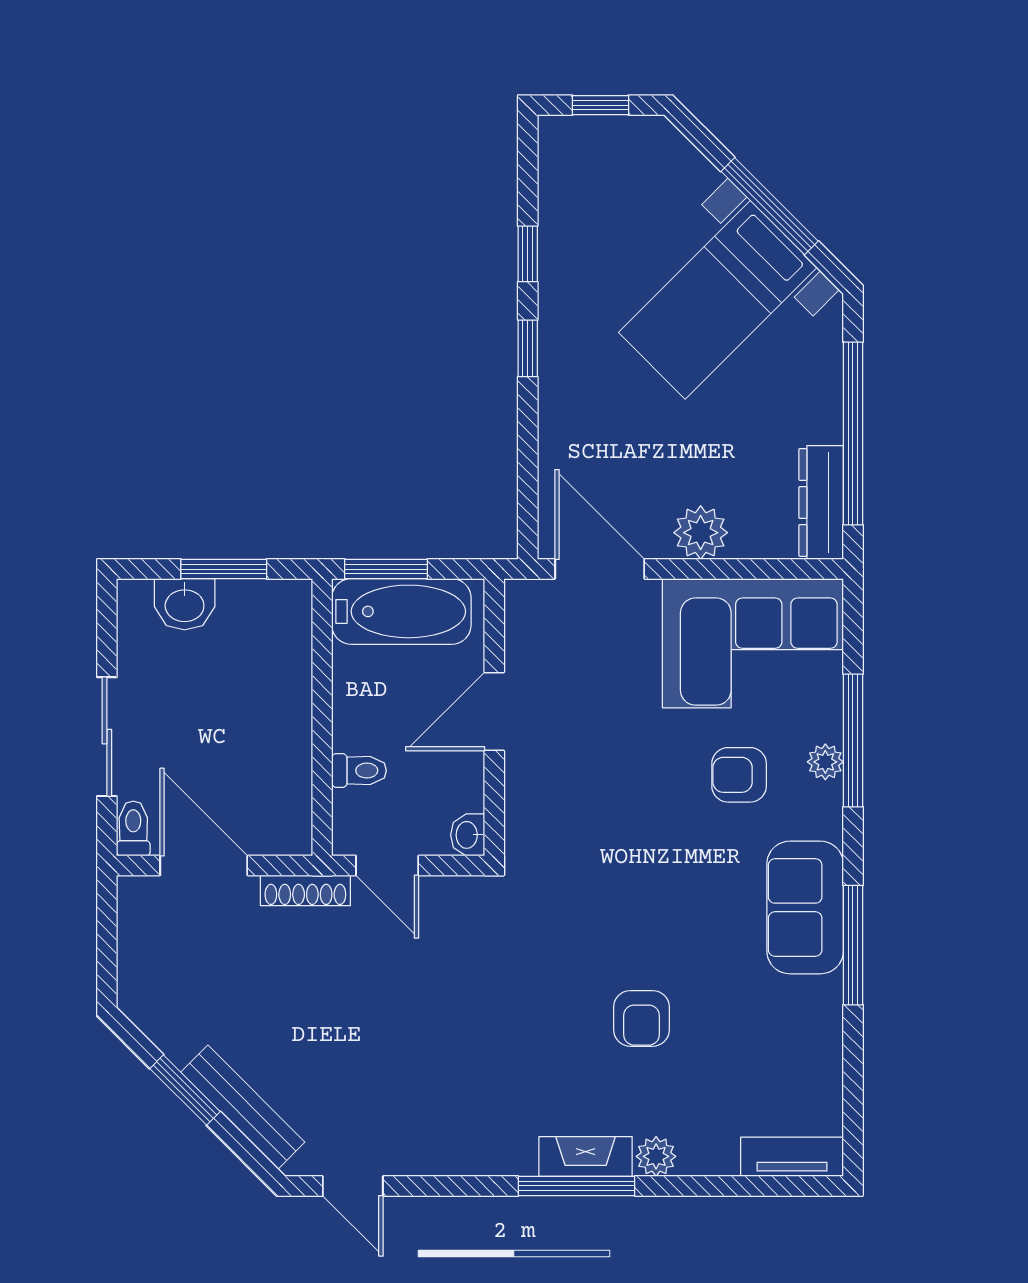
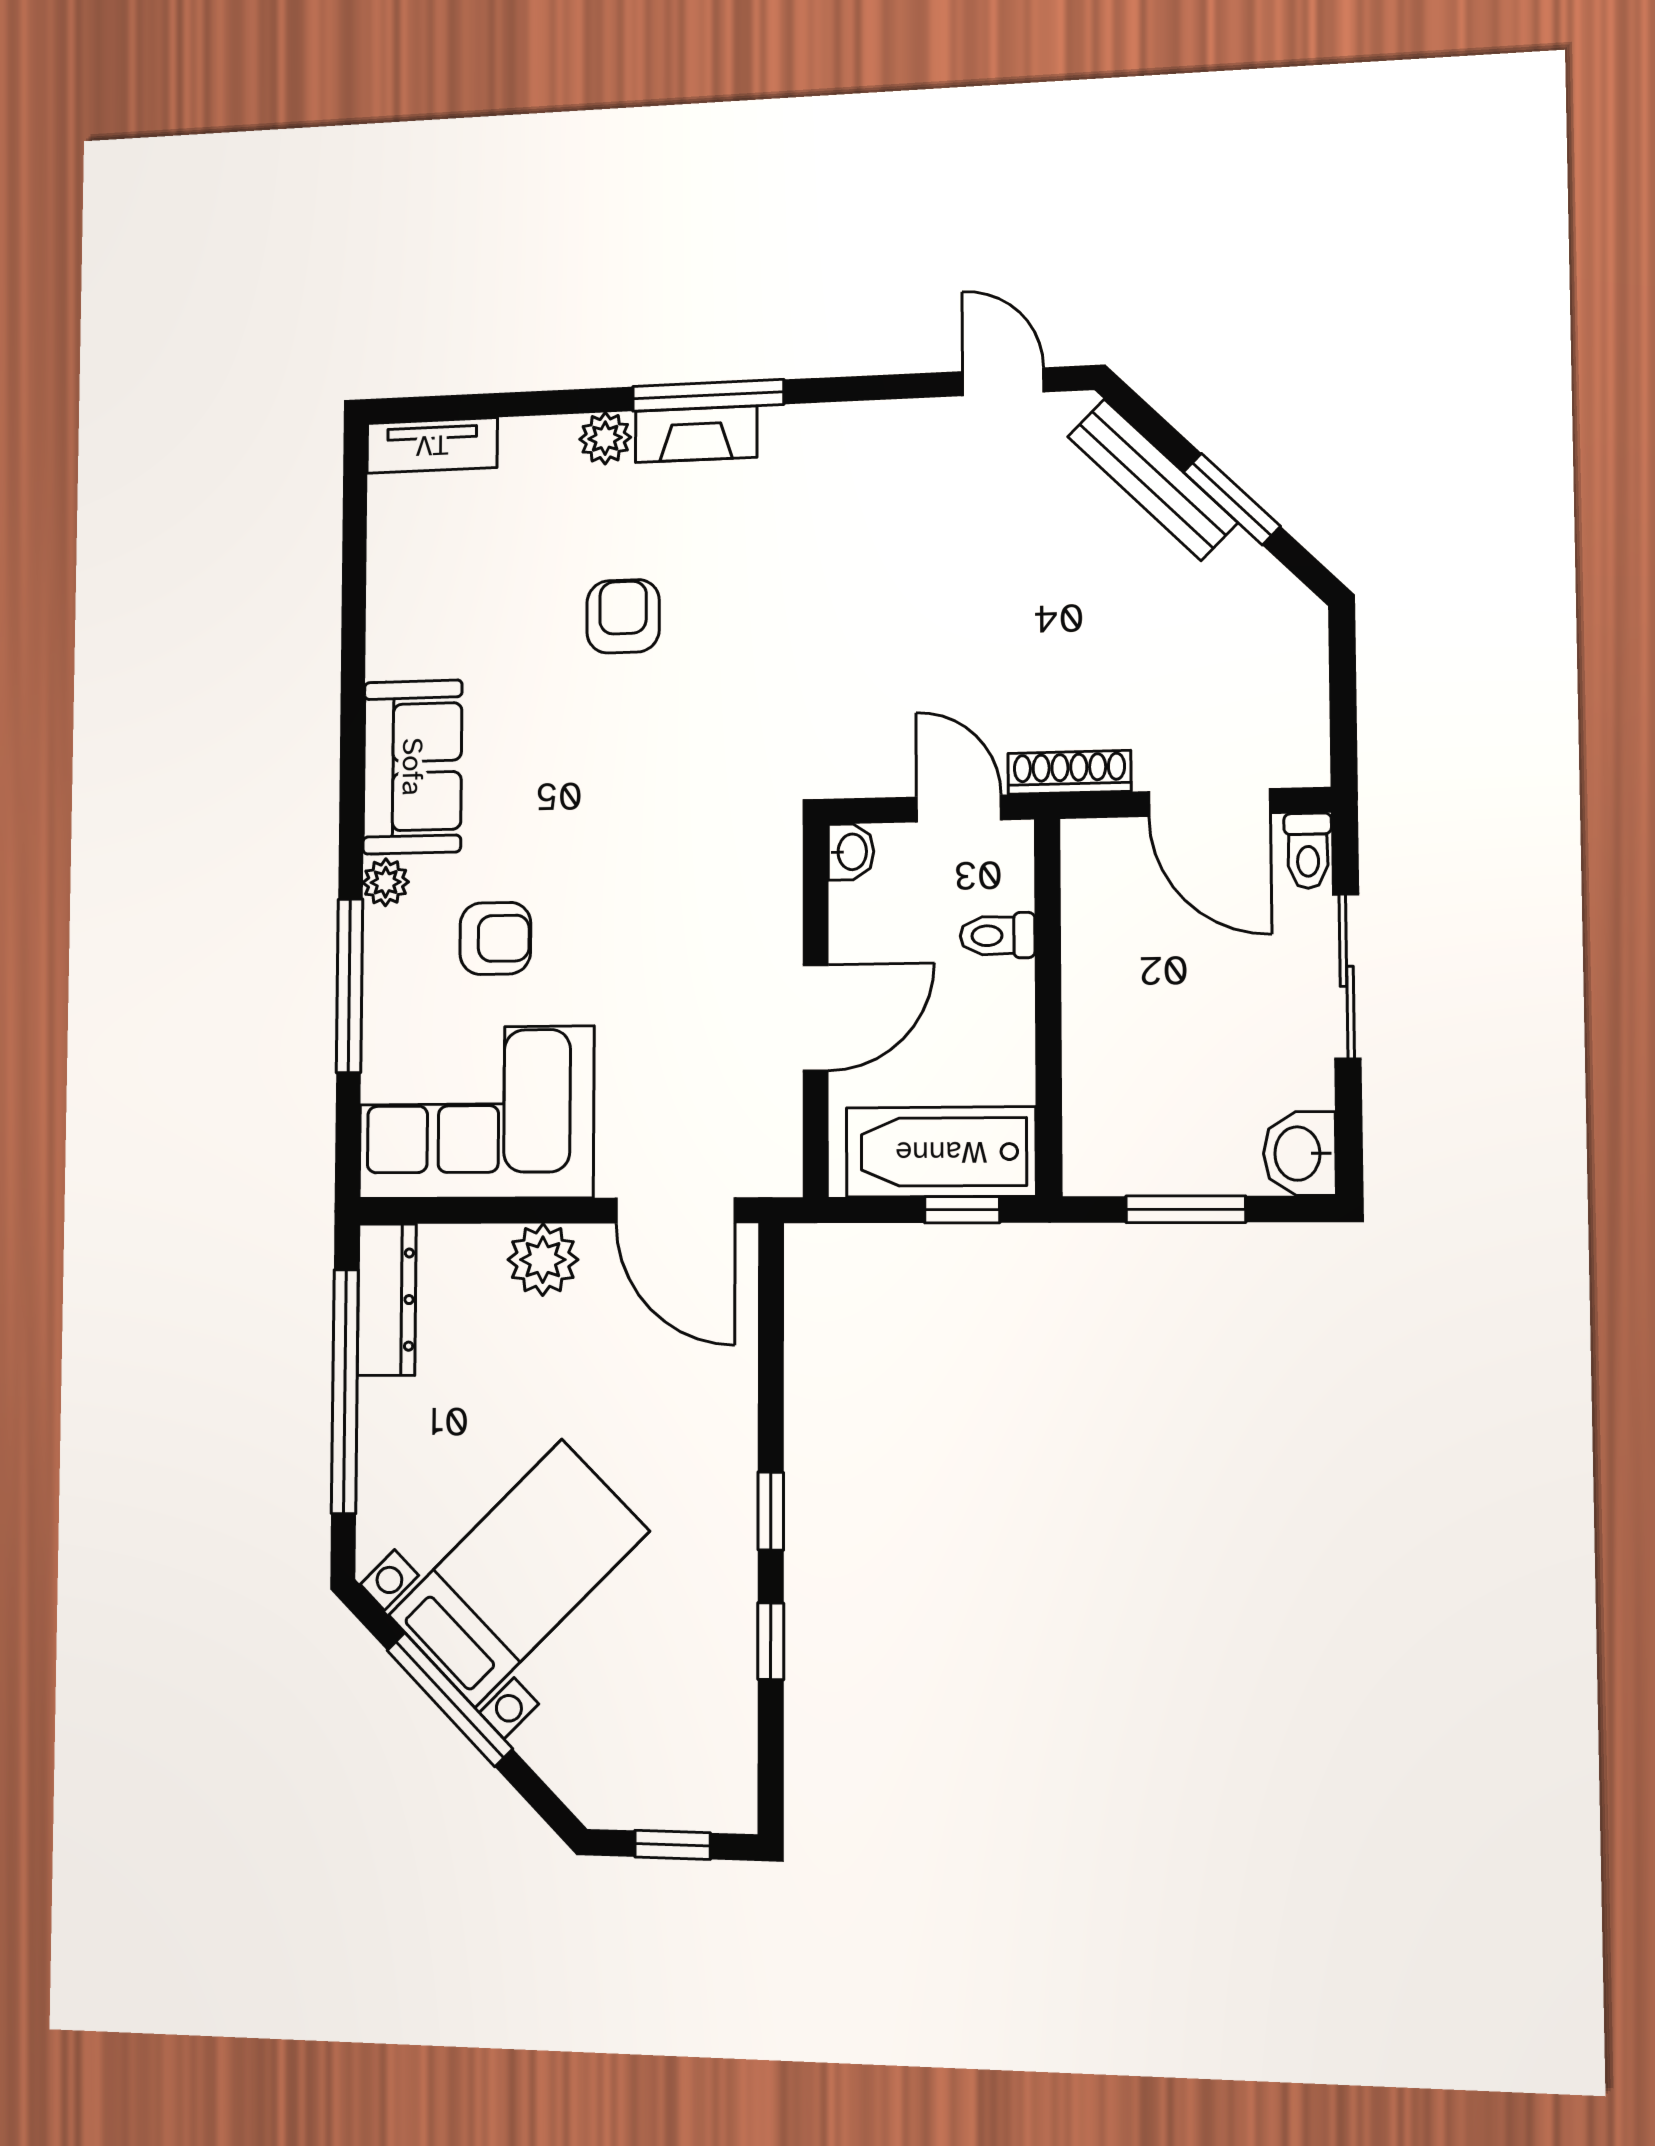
window: (386, 569) -> (962, 1210), width x0.67
washbasin: (185, 604) -> (1300, 1154), moved, turned -90
plant: (825, 762) -> (386, 882), moved
window: (853, 945) -> (352, 720), removed

